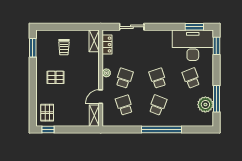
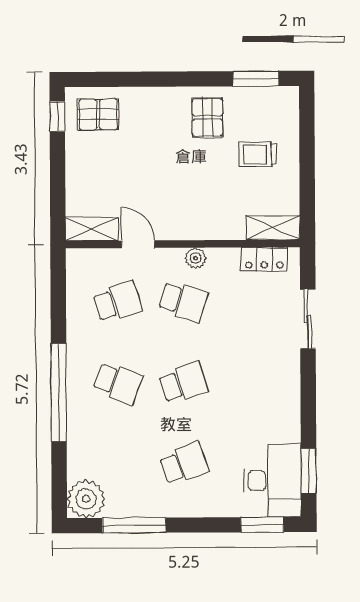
desk: (193, 45) -> (272, 481), width x0.73, depth x0.77
pallet: (55, 77) -> (207, 118), moved
plant: (205, 104) -> (86, 499), moved

